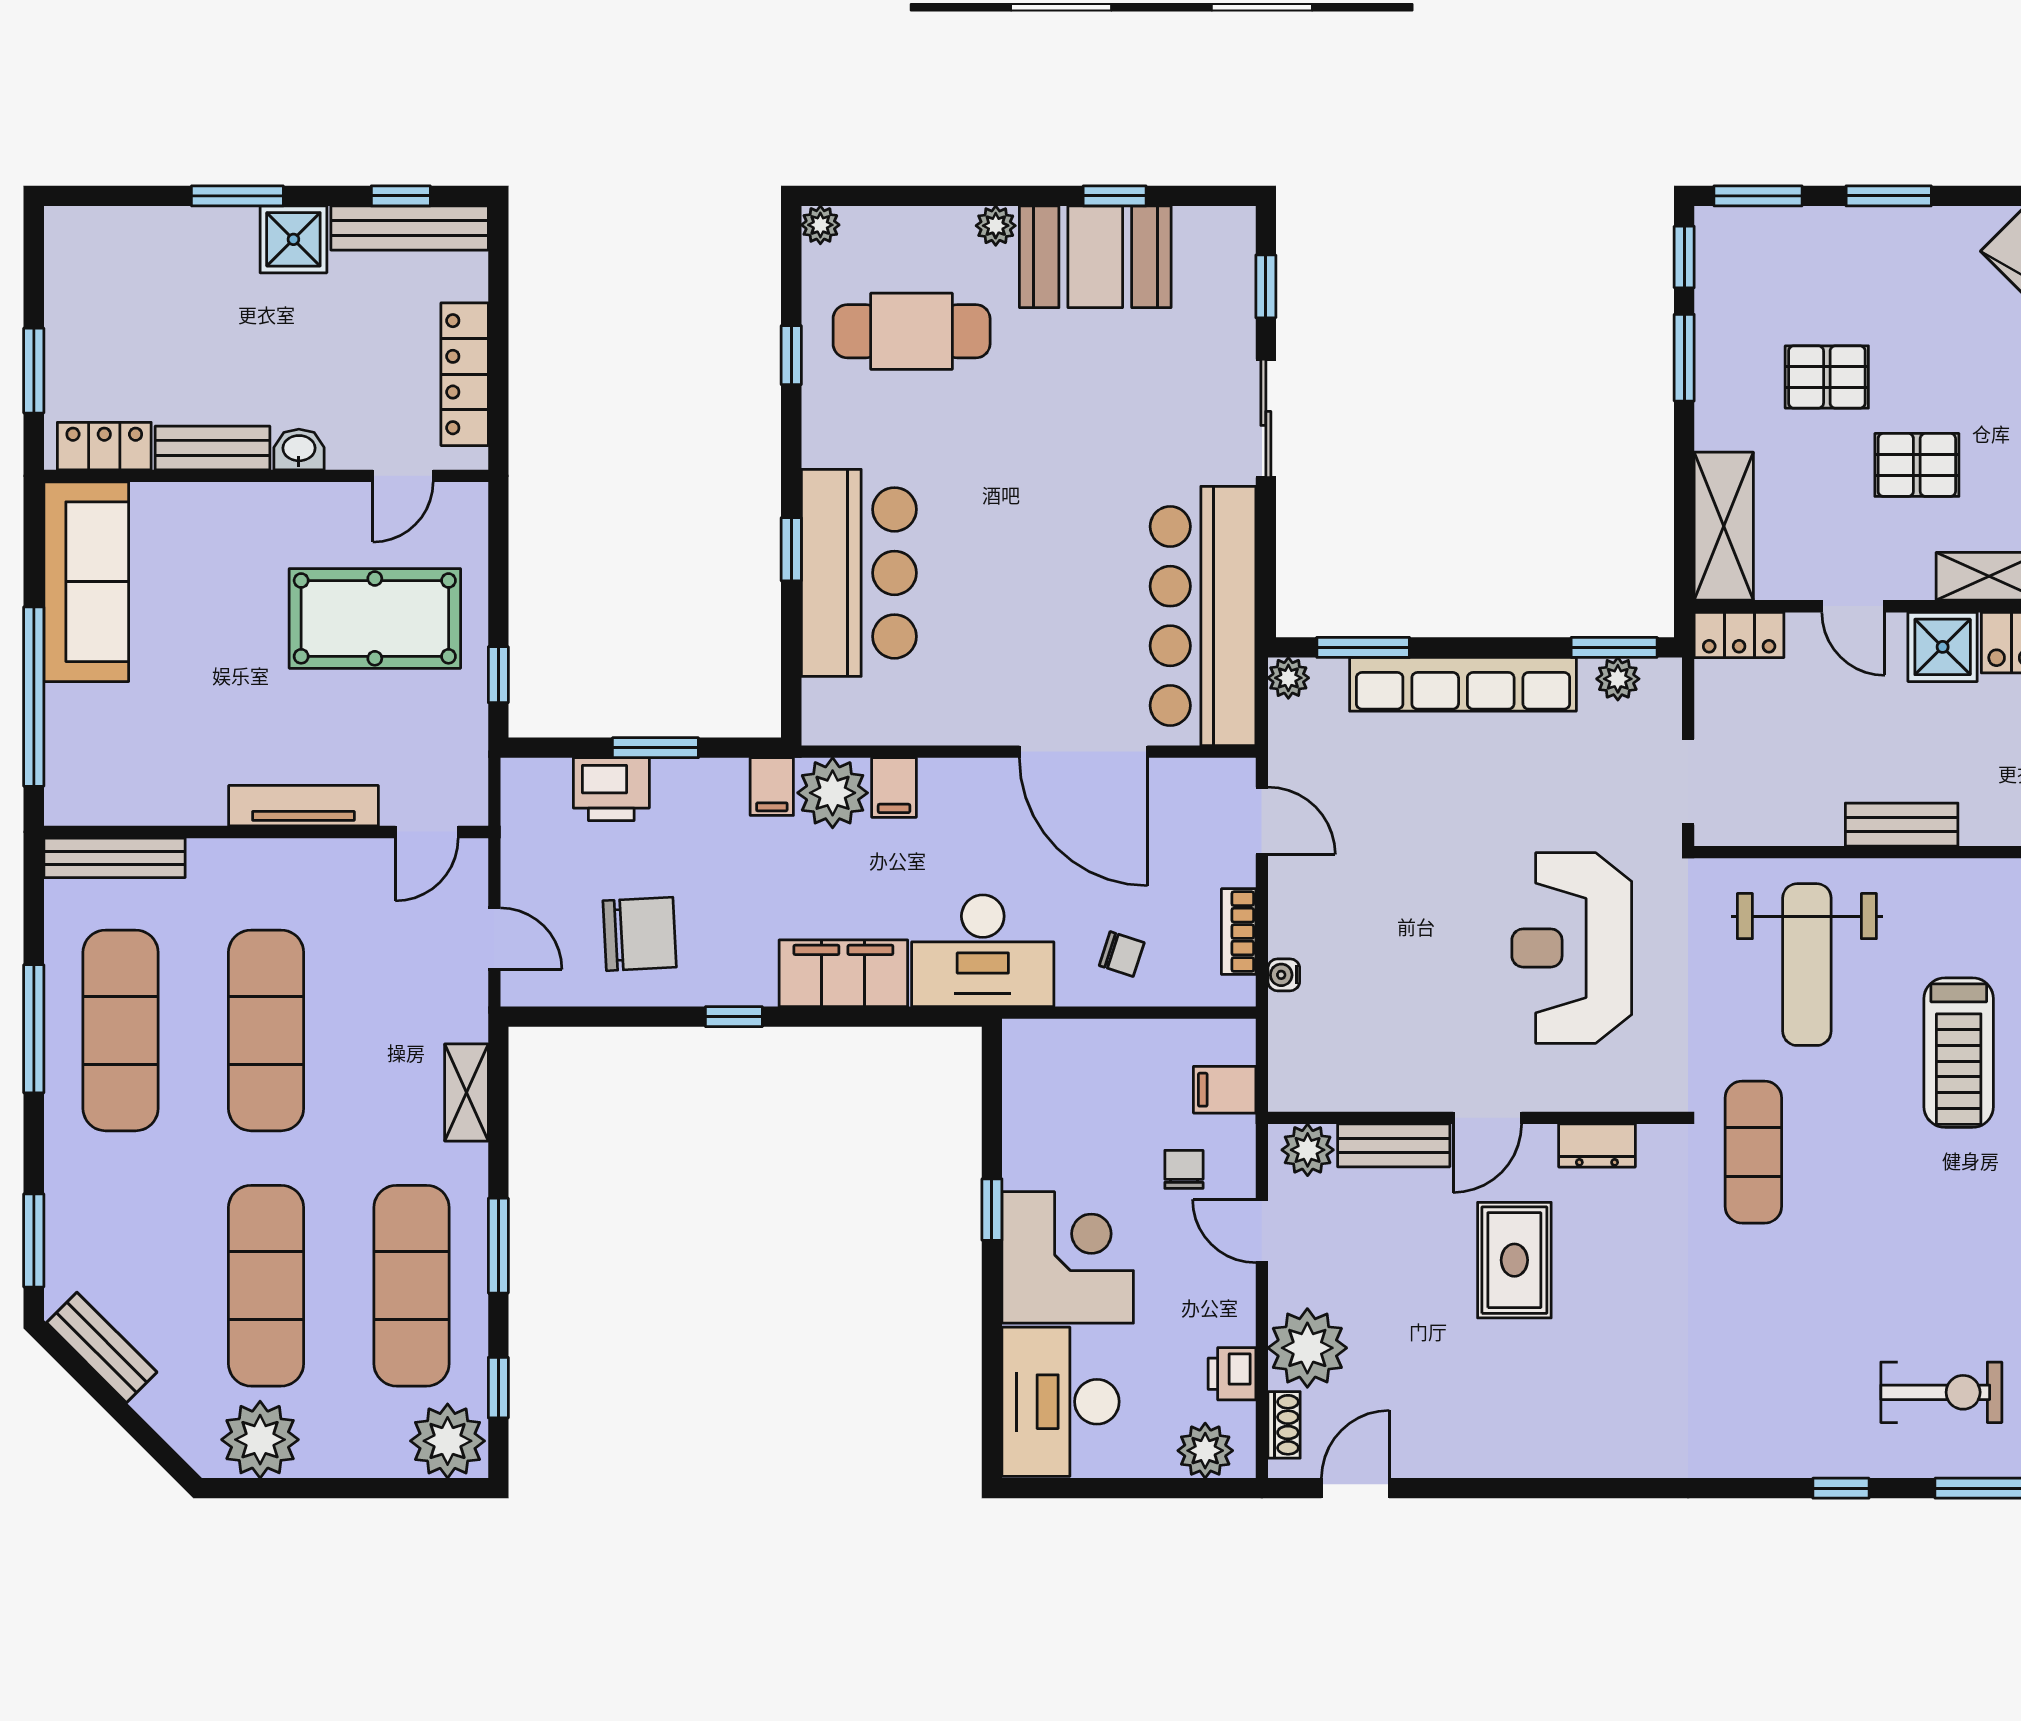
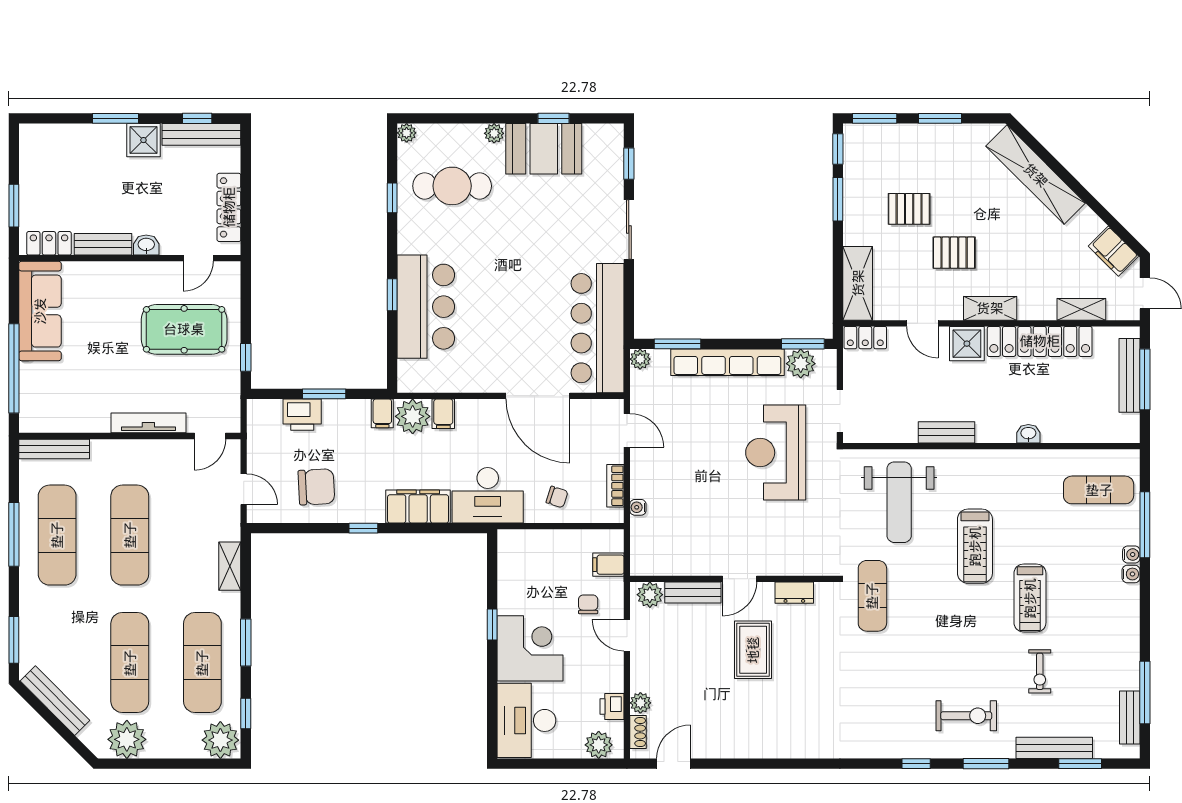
plant: (1618, 679) -> (801, 364), width x1.38, depth x1.38
reception desk: (1572, 948) -> (776, 453), moved
bench: (102, 1347) -> (55, 701), width x1.36
plant: (1307, 1348) -> (640, 703), width x0.53, depth x0.53

